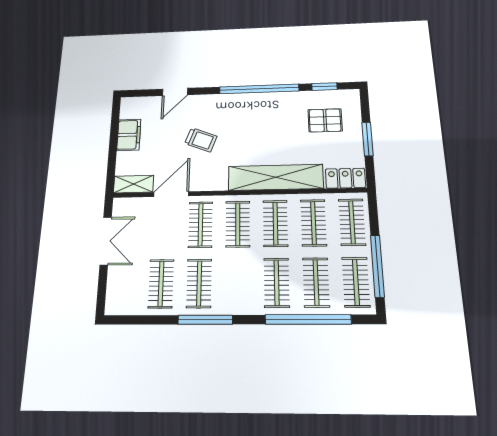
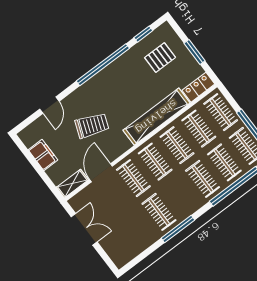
trolley: (201, 140) -> (92, 125), width x1.36, depth x1.39
clothes rail: (161, 284) -> (137, 228), removed

